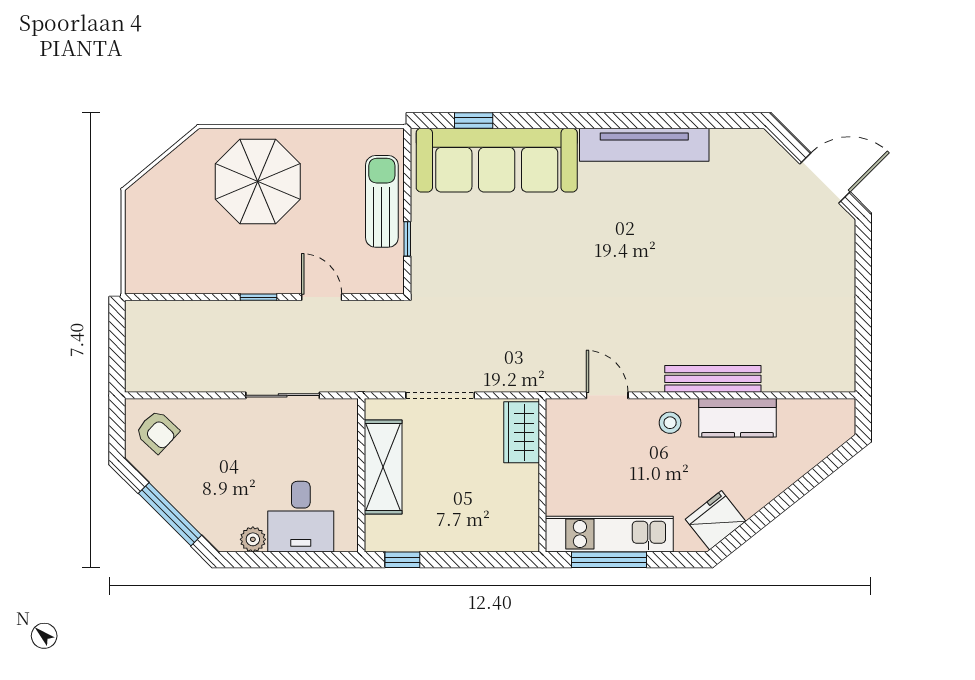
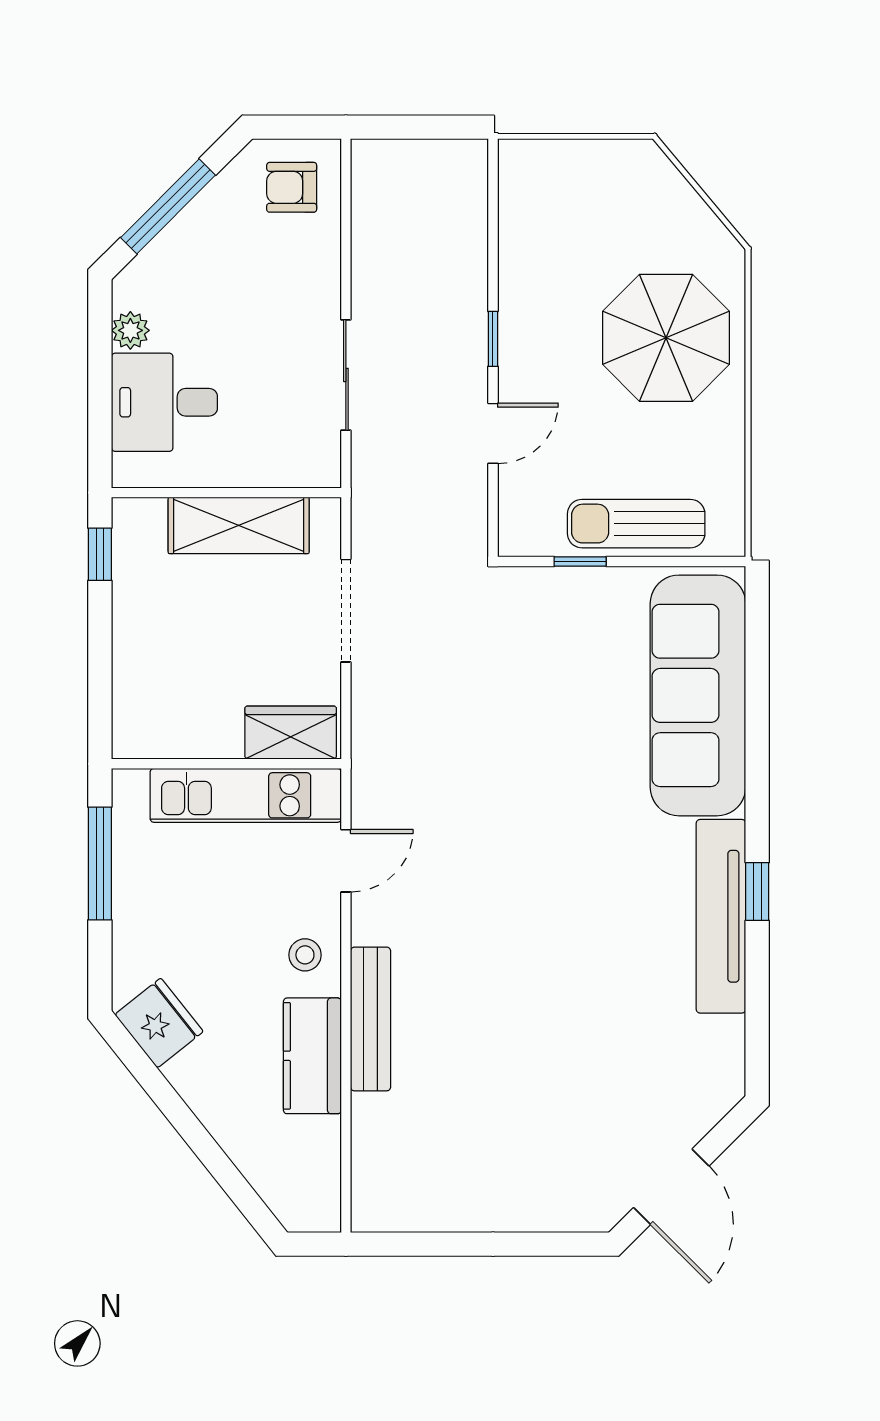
window: (474, 121) -> (757, 891), moved
sun lounger: (382, 201) -> (636, 524), turned 180
armchair: (157, 432) -> (292, 187), turned 47
kitchen unit: (609, 534) -> (246, 795), moved, turned 90

